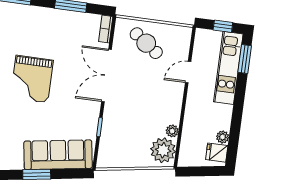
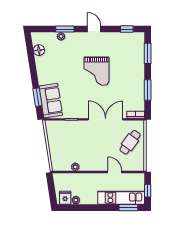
grand piano: (32, 79) -> (97, 71), turned -90
plant: (163, 150) -> (62, 163), removed
sofa: (58, 155) -> (51, 101), width x0.73
window: (37, 174) -> (37, 97), moved

